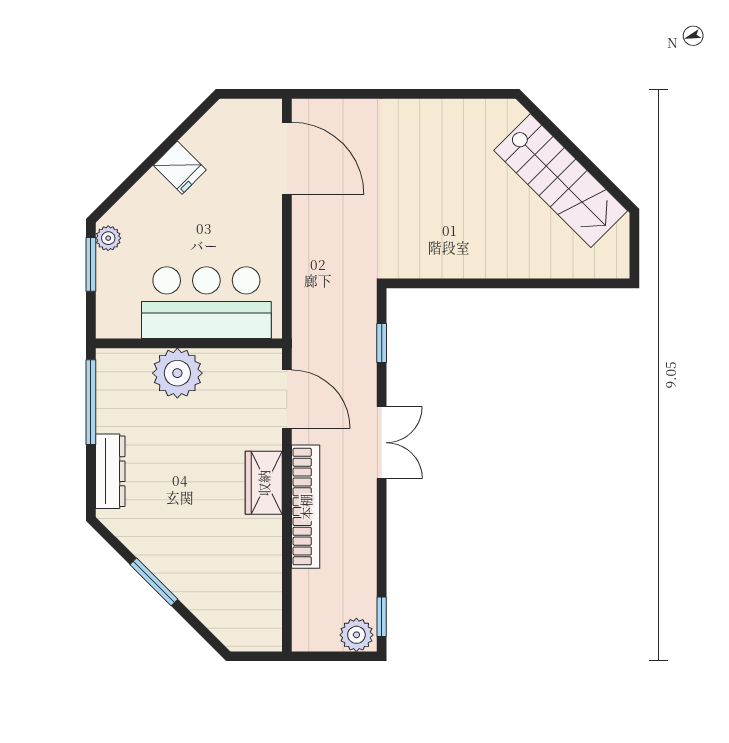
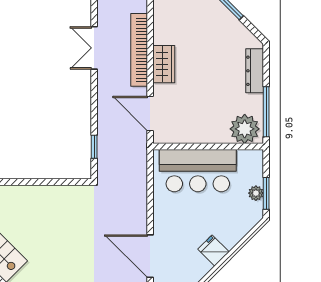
plant: (108, 238) -> (256, 193), moved
plant: (177, 373) -> (245, 129), moved
double door: (382, 443) -> (94, 48), moved

